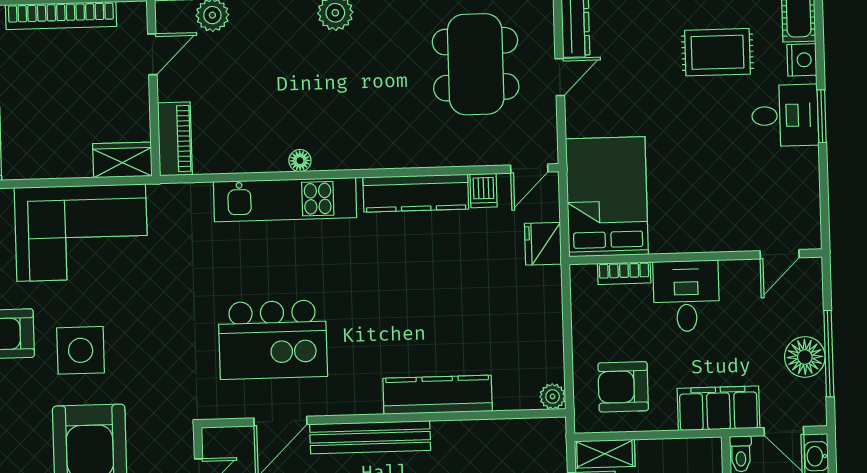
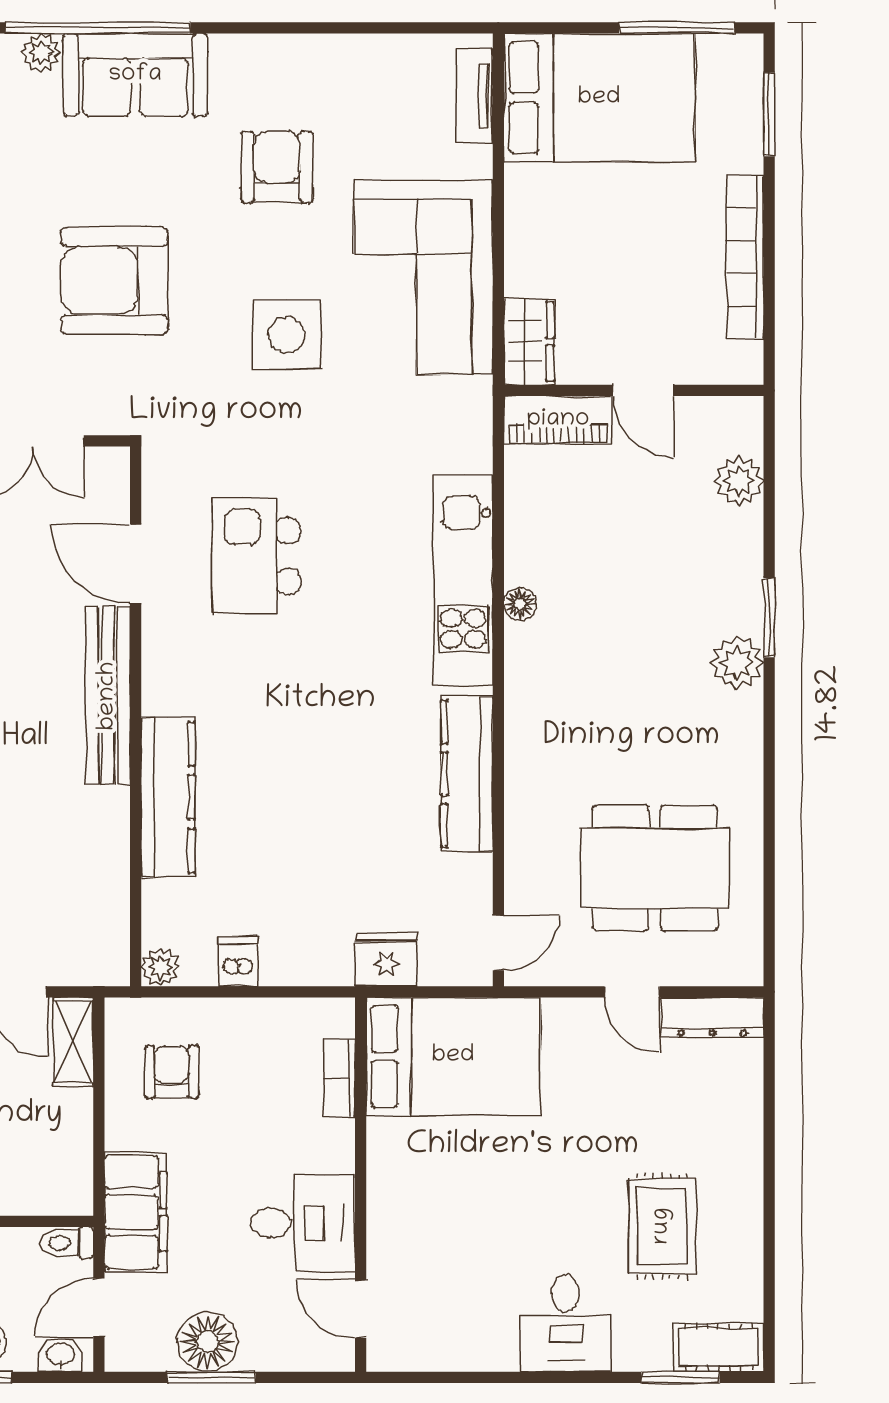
door: (152, 54) -> (643, 390), moved
nightstand: (802, 60) -> (647, 1350), removed
window: (822, 116) -> (680, 1377), moved
door: (529, 169) -> (498, 943), swing flipped
dishwasher: (484, 191) -> (238, 961), moved, turned 90
desk: (686, 296) -> (303, 1223), moved
kitchen island: (273, 340) -> (257, 556), width x0.73, depth x0.78
side table: (81, 350) -> (287, 335), moved
window: (829, 354) -> (211, 1377), width x0.69
armchair: (623, 387) -> (171, 1072), width x0.72, depth x0.72

